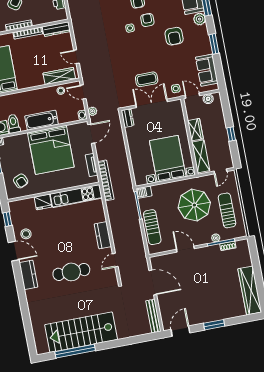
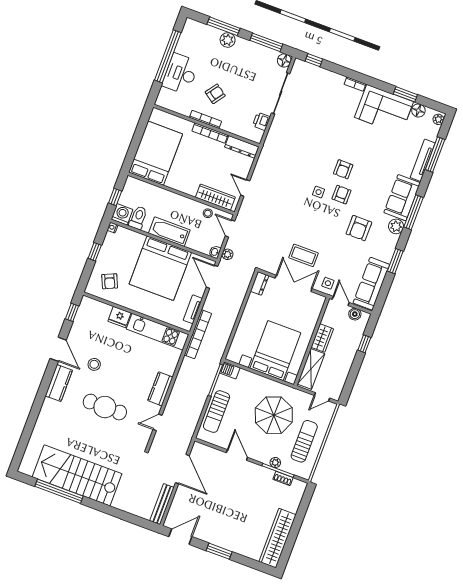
sofa: (207, 70) -> (371, 284), width x1.36
door: (91, 134) -> (212, 277), swing flipped
window: (231, 134) -> (364, 344), moved
stool: (26, 234) -> (94, 364), moved

